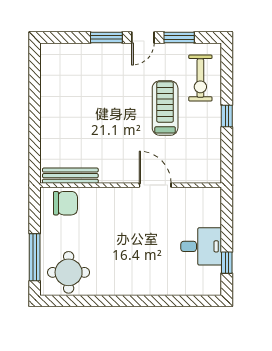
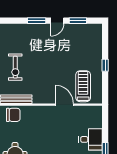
exercise bike: (200, 78) -> (15, 67), moved
treadmill: (165, 108) -> (83, 86), moved

